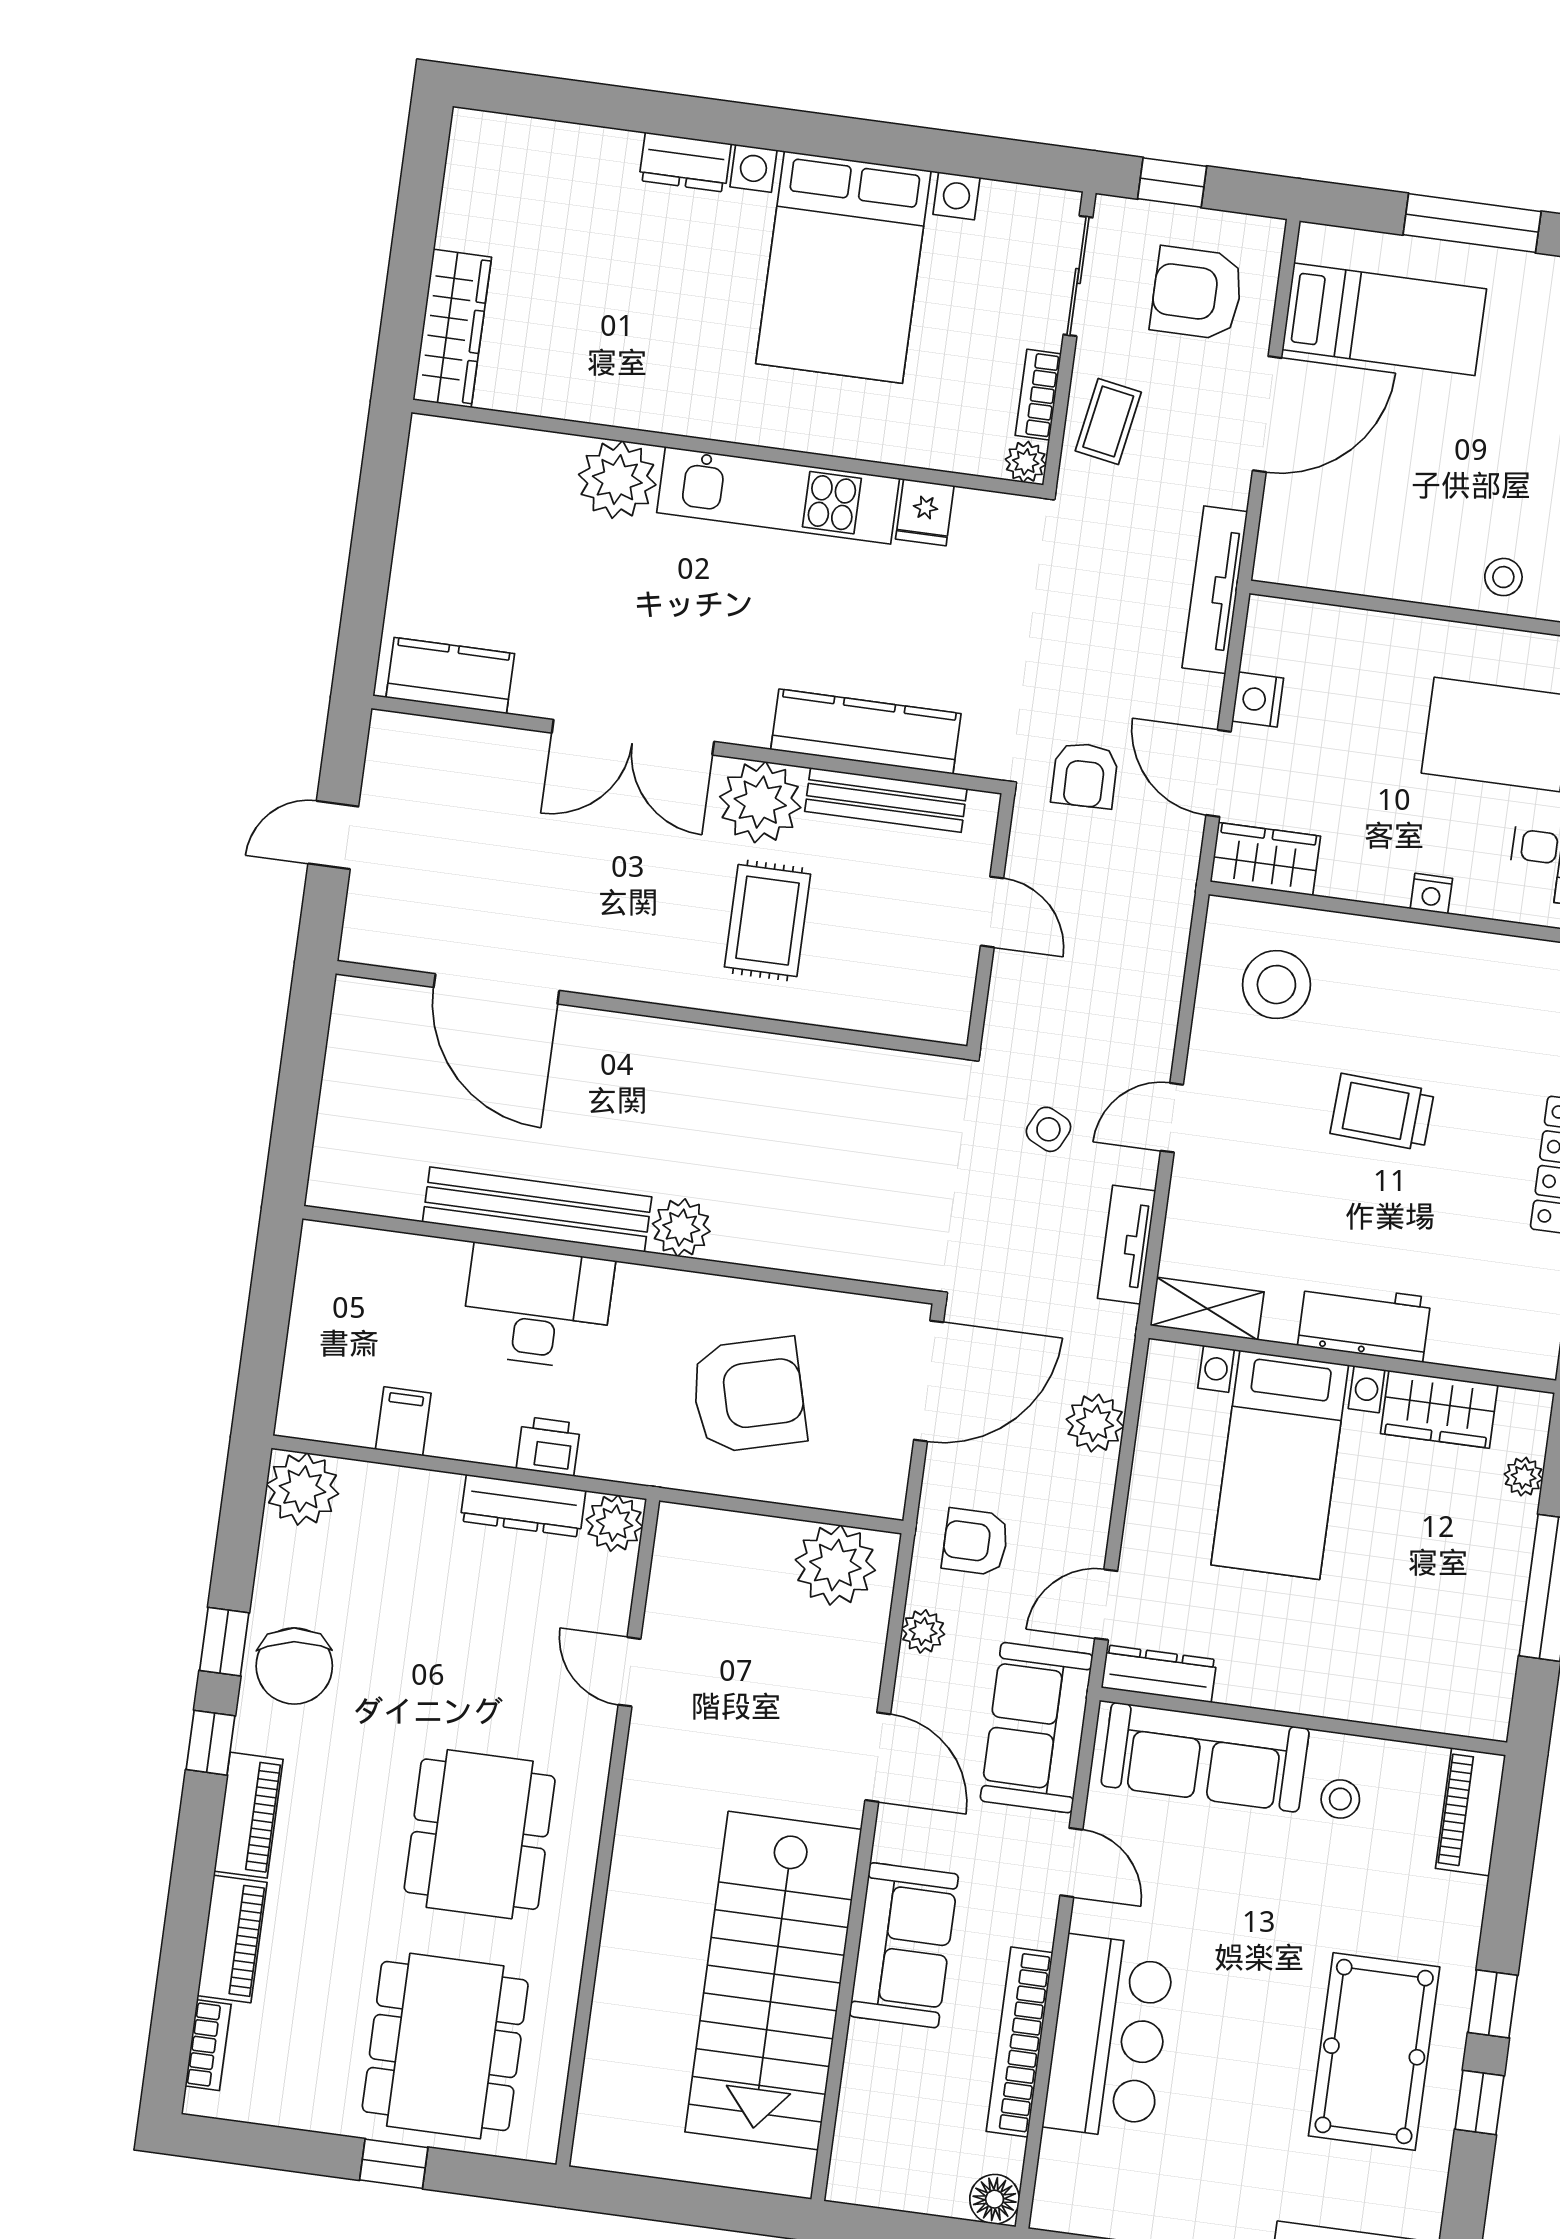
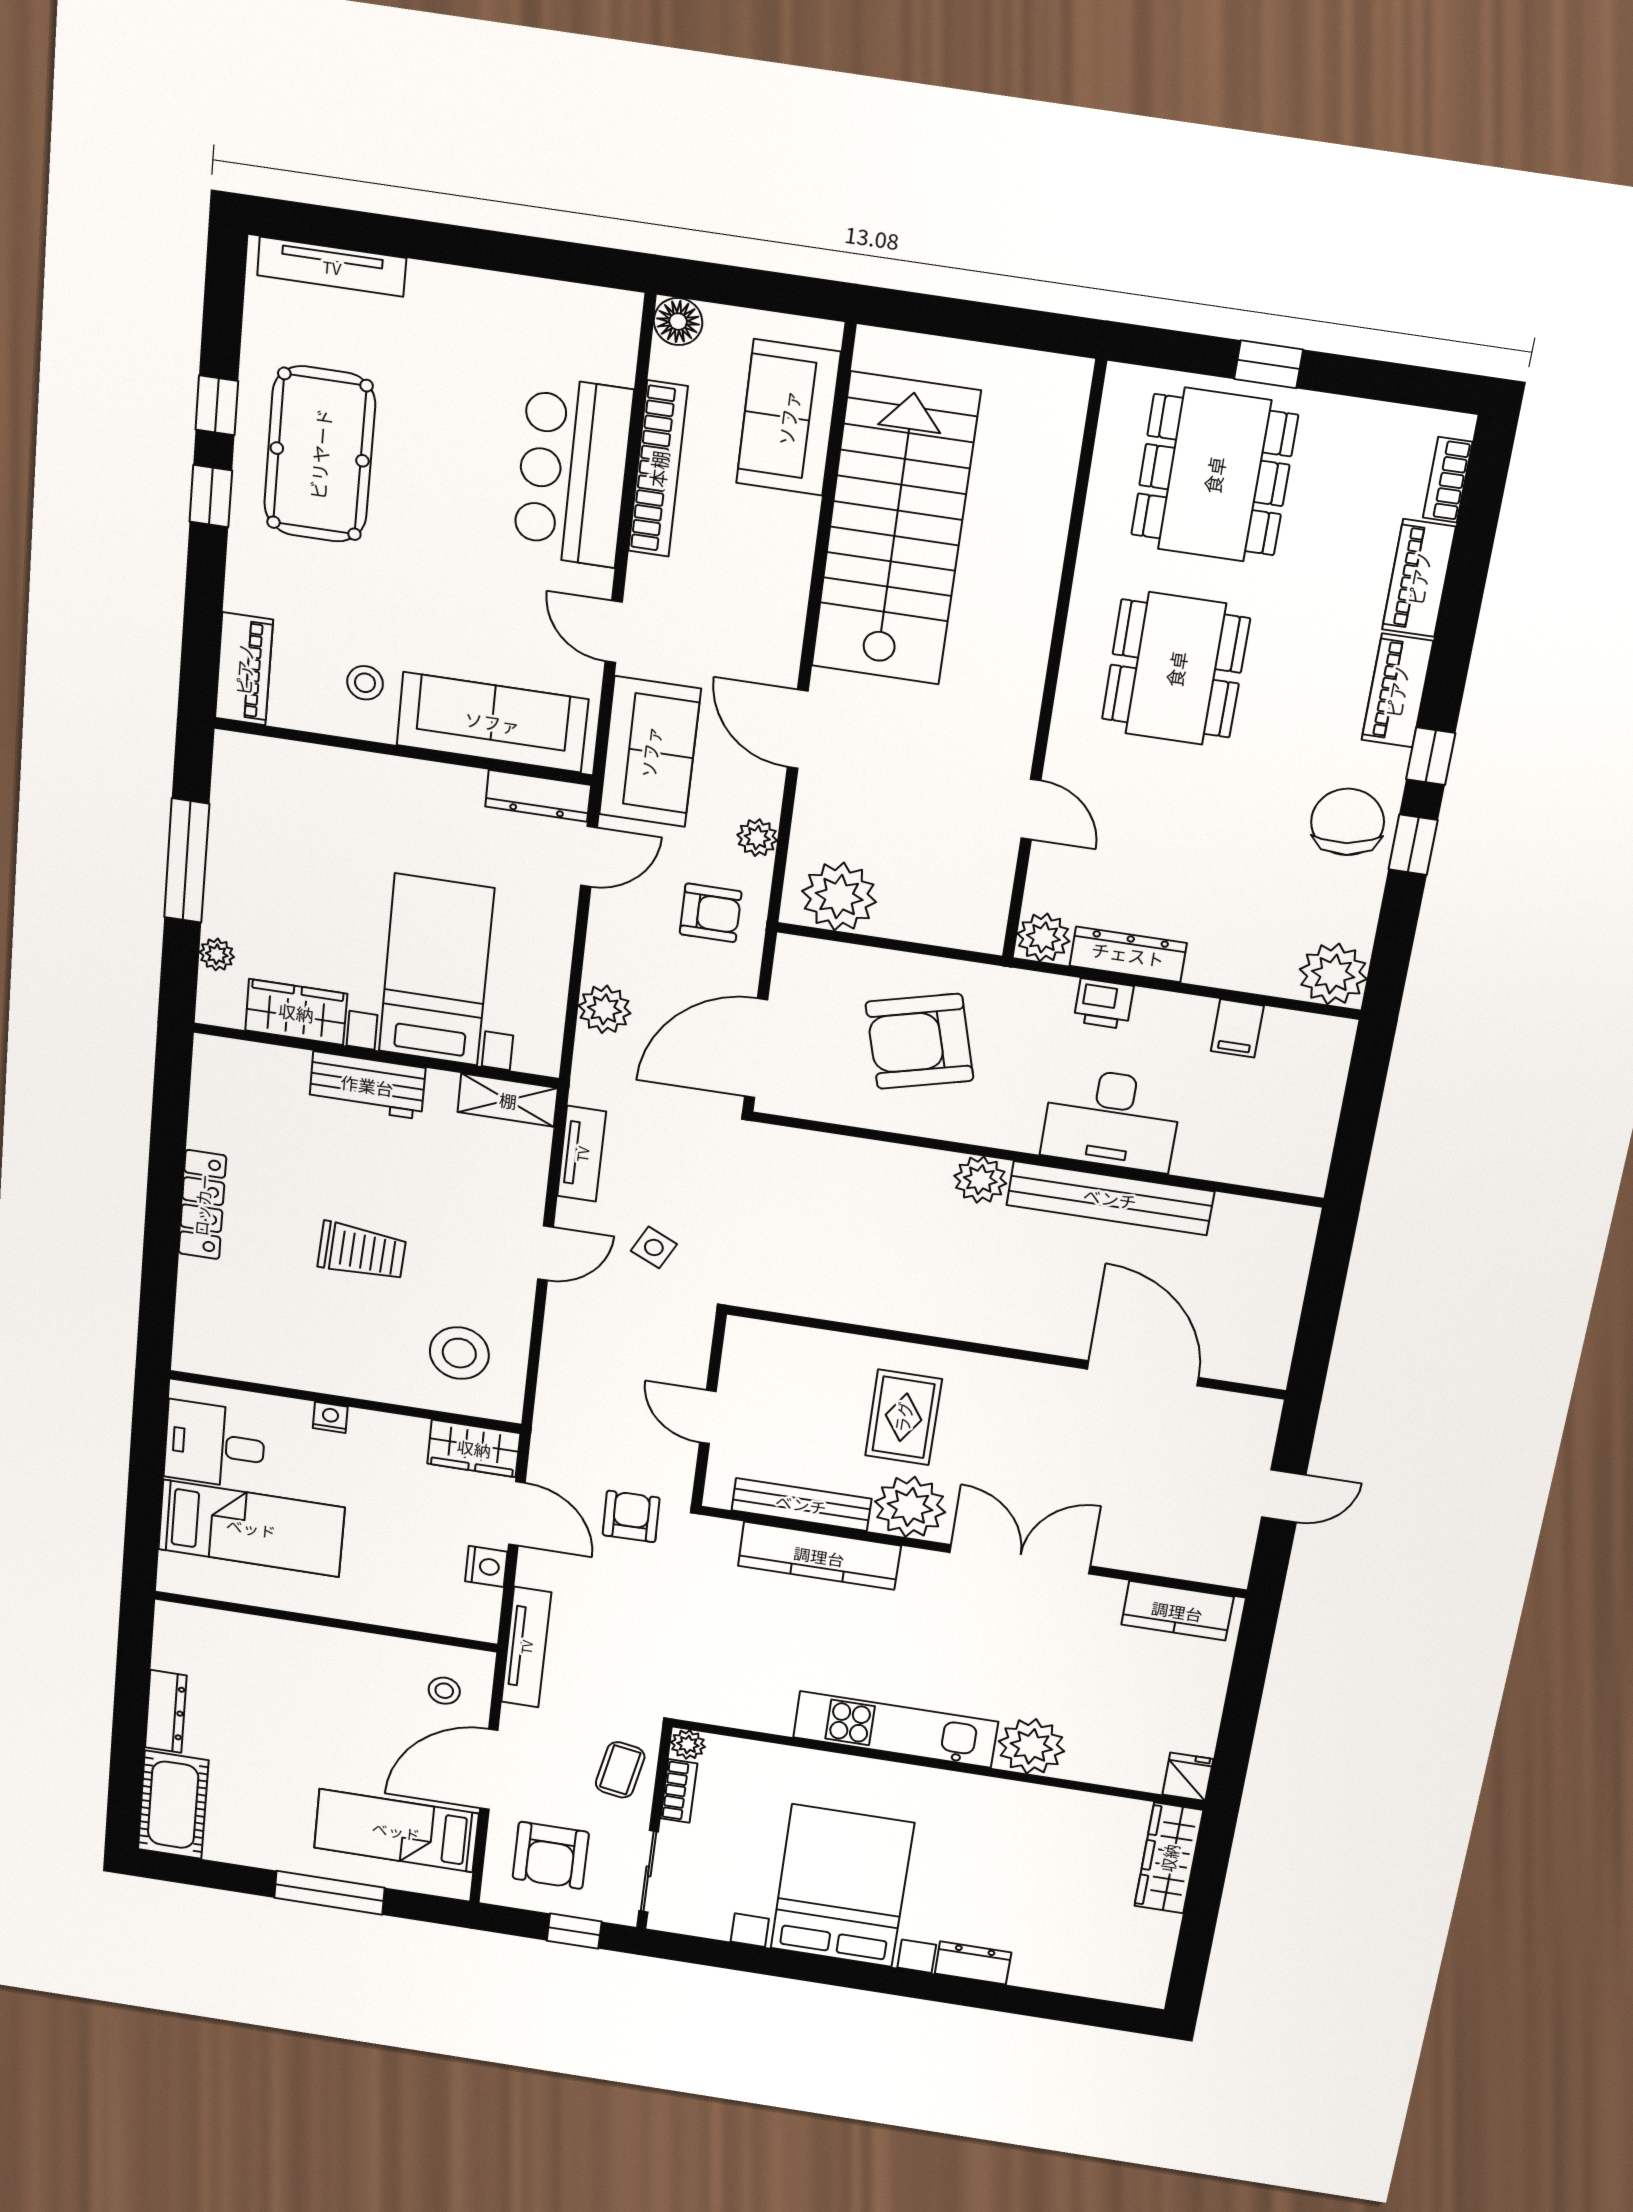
armchair: (1197, 293) -> (551, 1855), turned 90
fridge: (925, 512) -> (1188, 1777), moved
stool: (1503, 577) -> (444, 1691), moved
sofa: (904, 1945) -> (788, 418), moved

